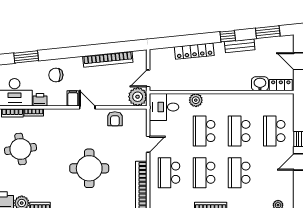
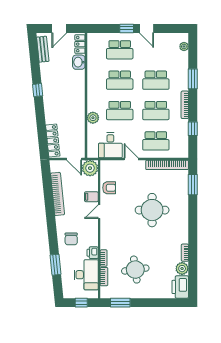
window: (268, 32) -> (34, 55), removed
bench: (240, 46) -> (43, 49), moved
locker: (194, 51) -> (53, 141), moved
filing cabinet: (73, 98) -> (91, 197), moved
desk: (164, 107) -> (110, 145), moved

